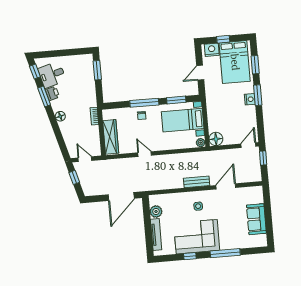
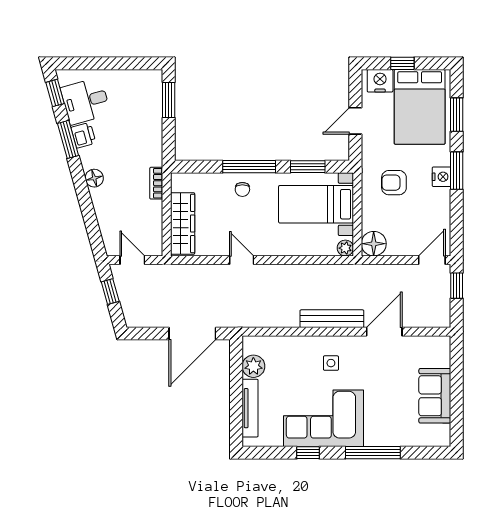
armchair: (224, 105) -> (394, 183), added
bench: (197, 182) -> (332, 319), width x1.36

